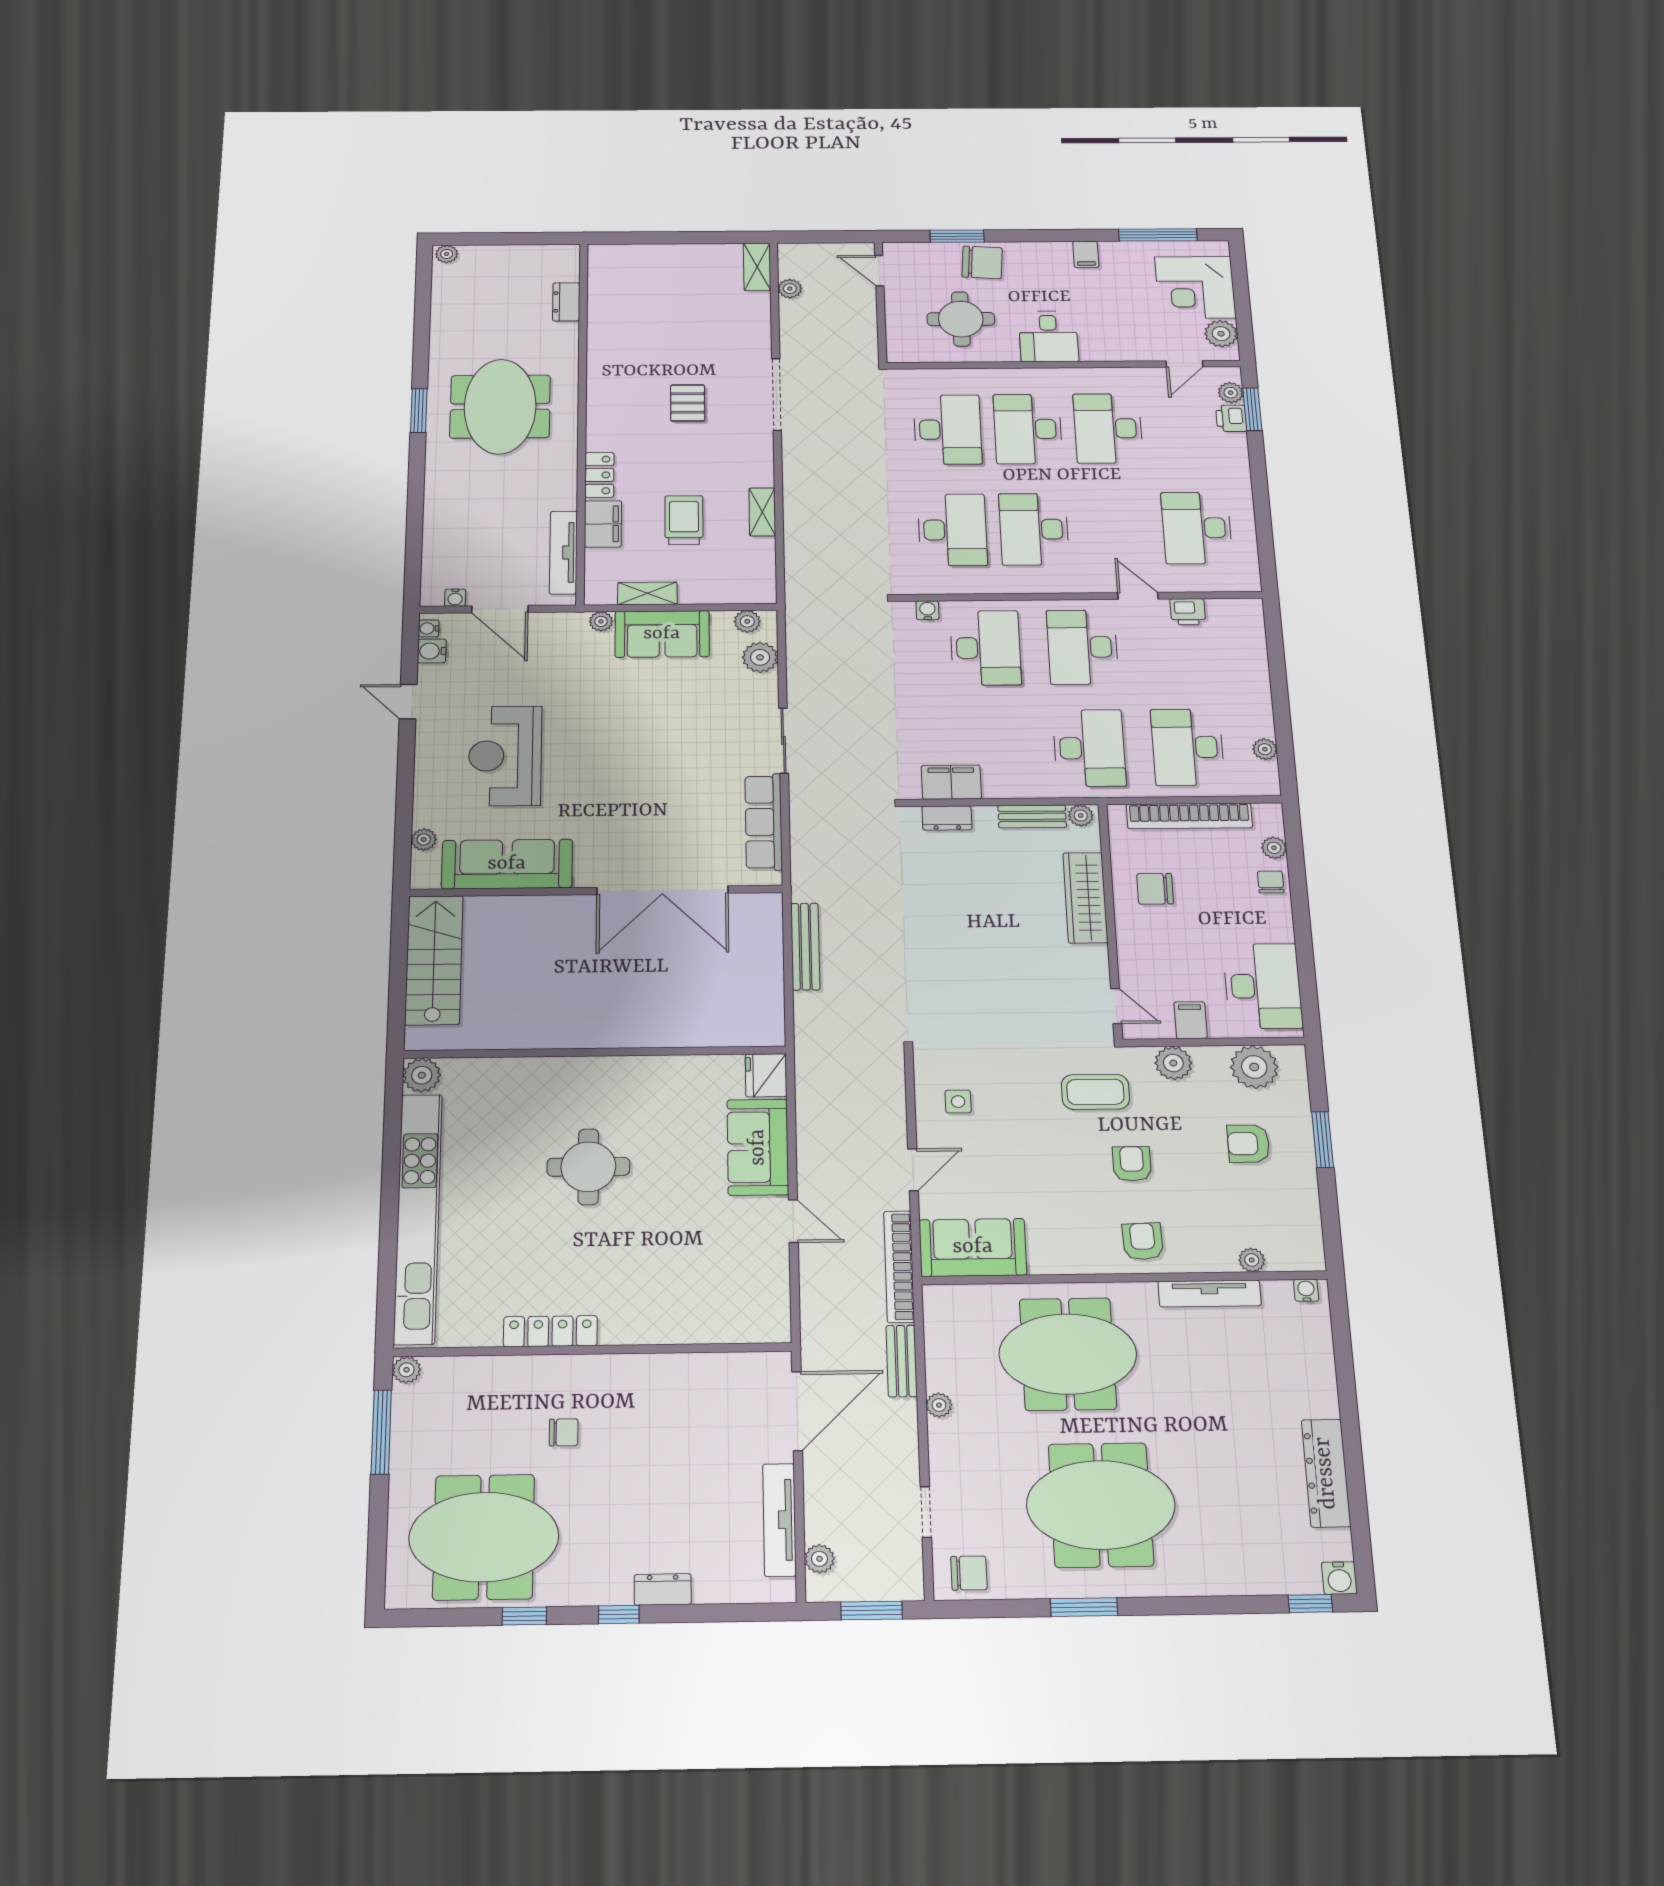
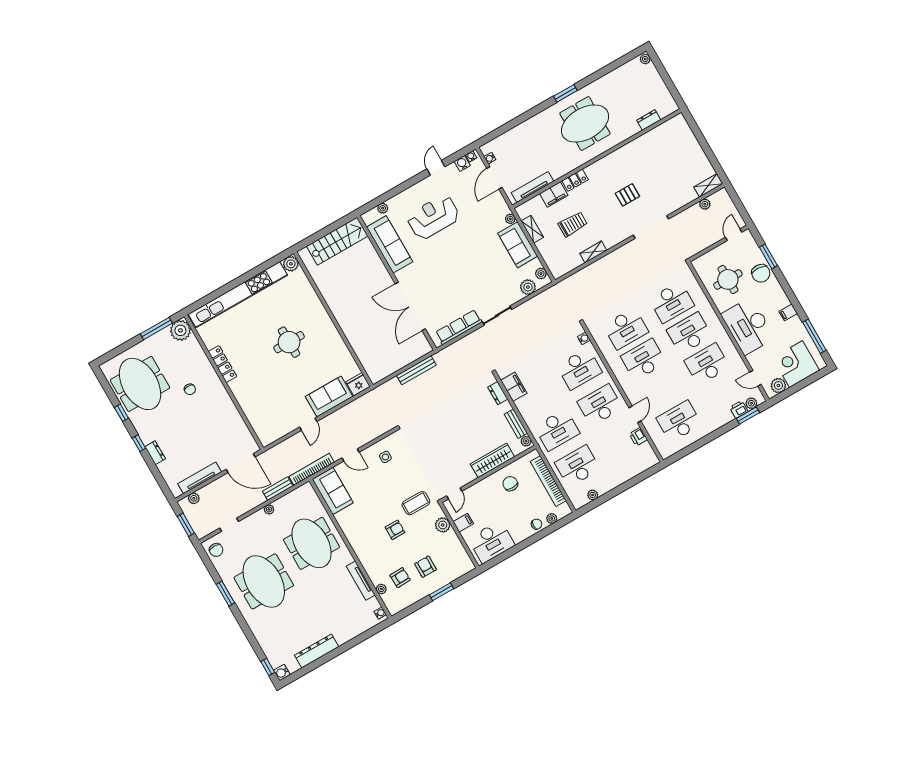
desk: (1048, 336) -> (748, 326), width x1.87, depth x1.30
plant: (1254, 1067) -> (457, 554), removed
coffee table: (1095, 1092) -> (416, 503), turned 90
armchair: (1143, 1241) -> (400, 578), moved
plant: (406, 1370) -> (180, 330), width x1.87, depth x1.87

